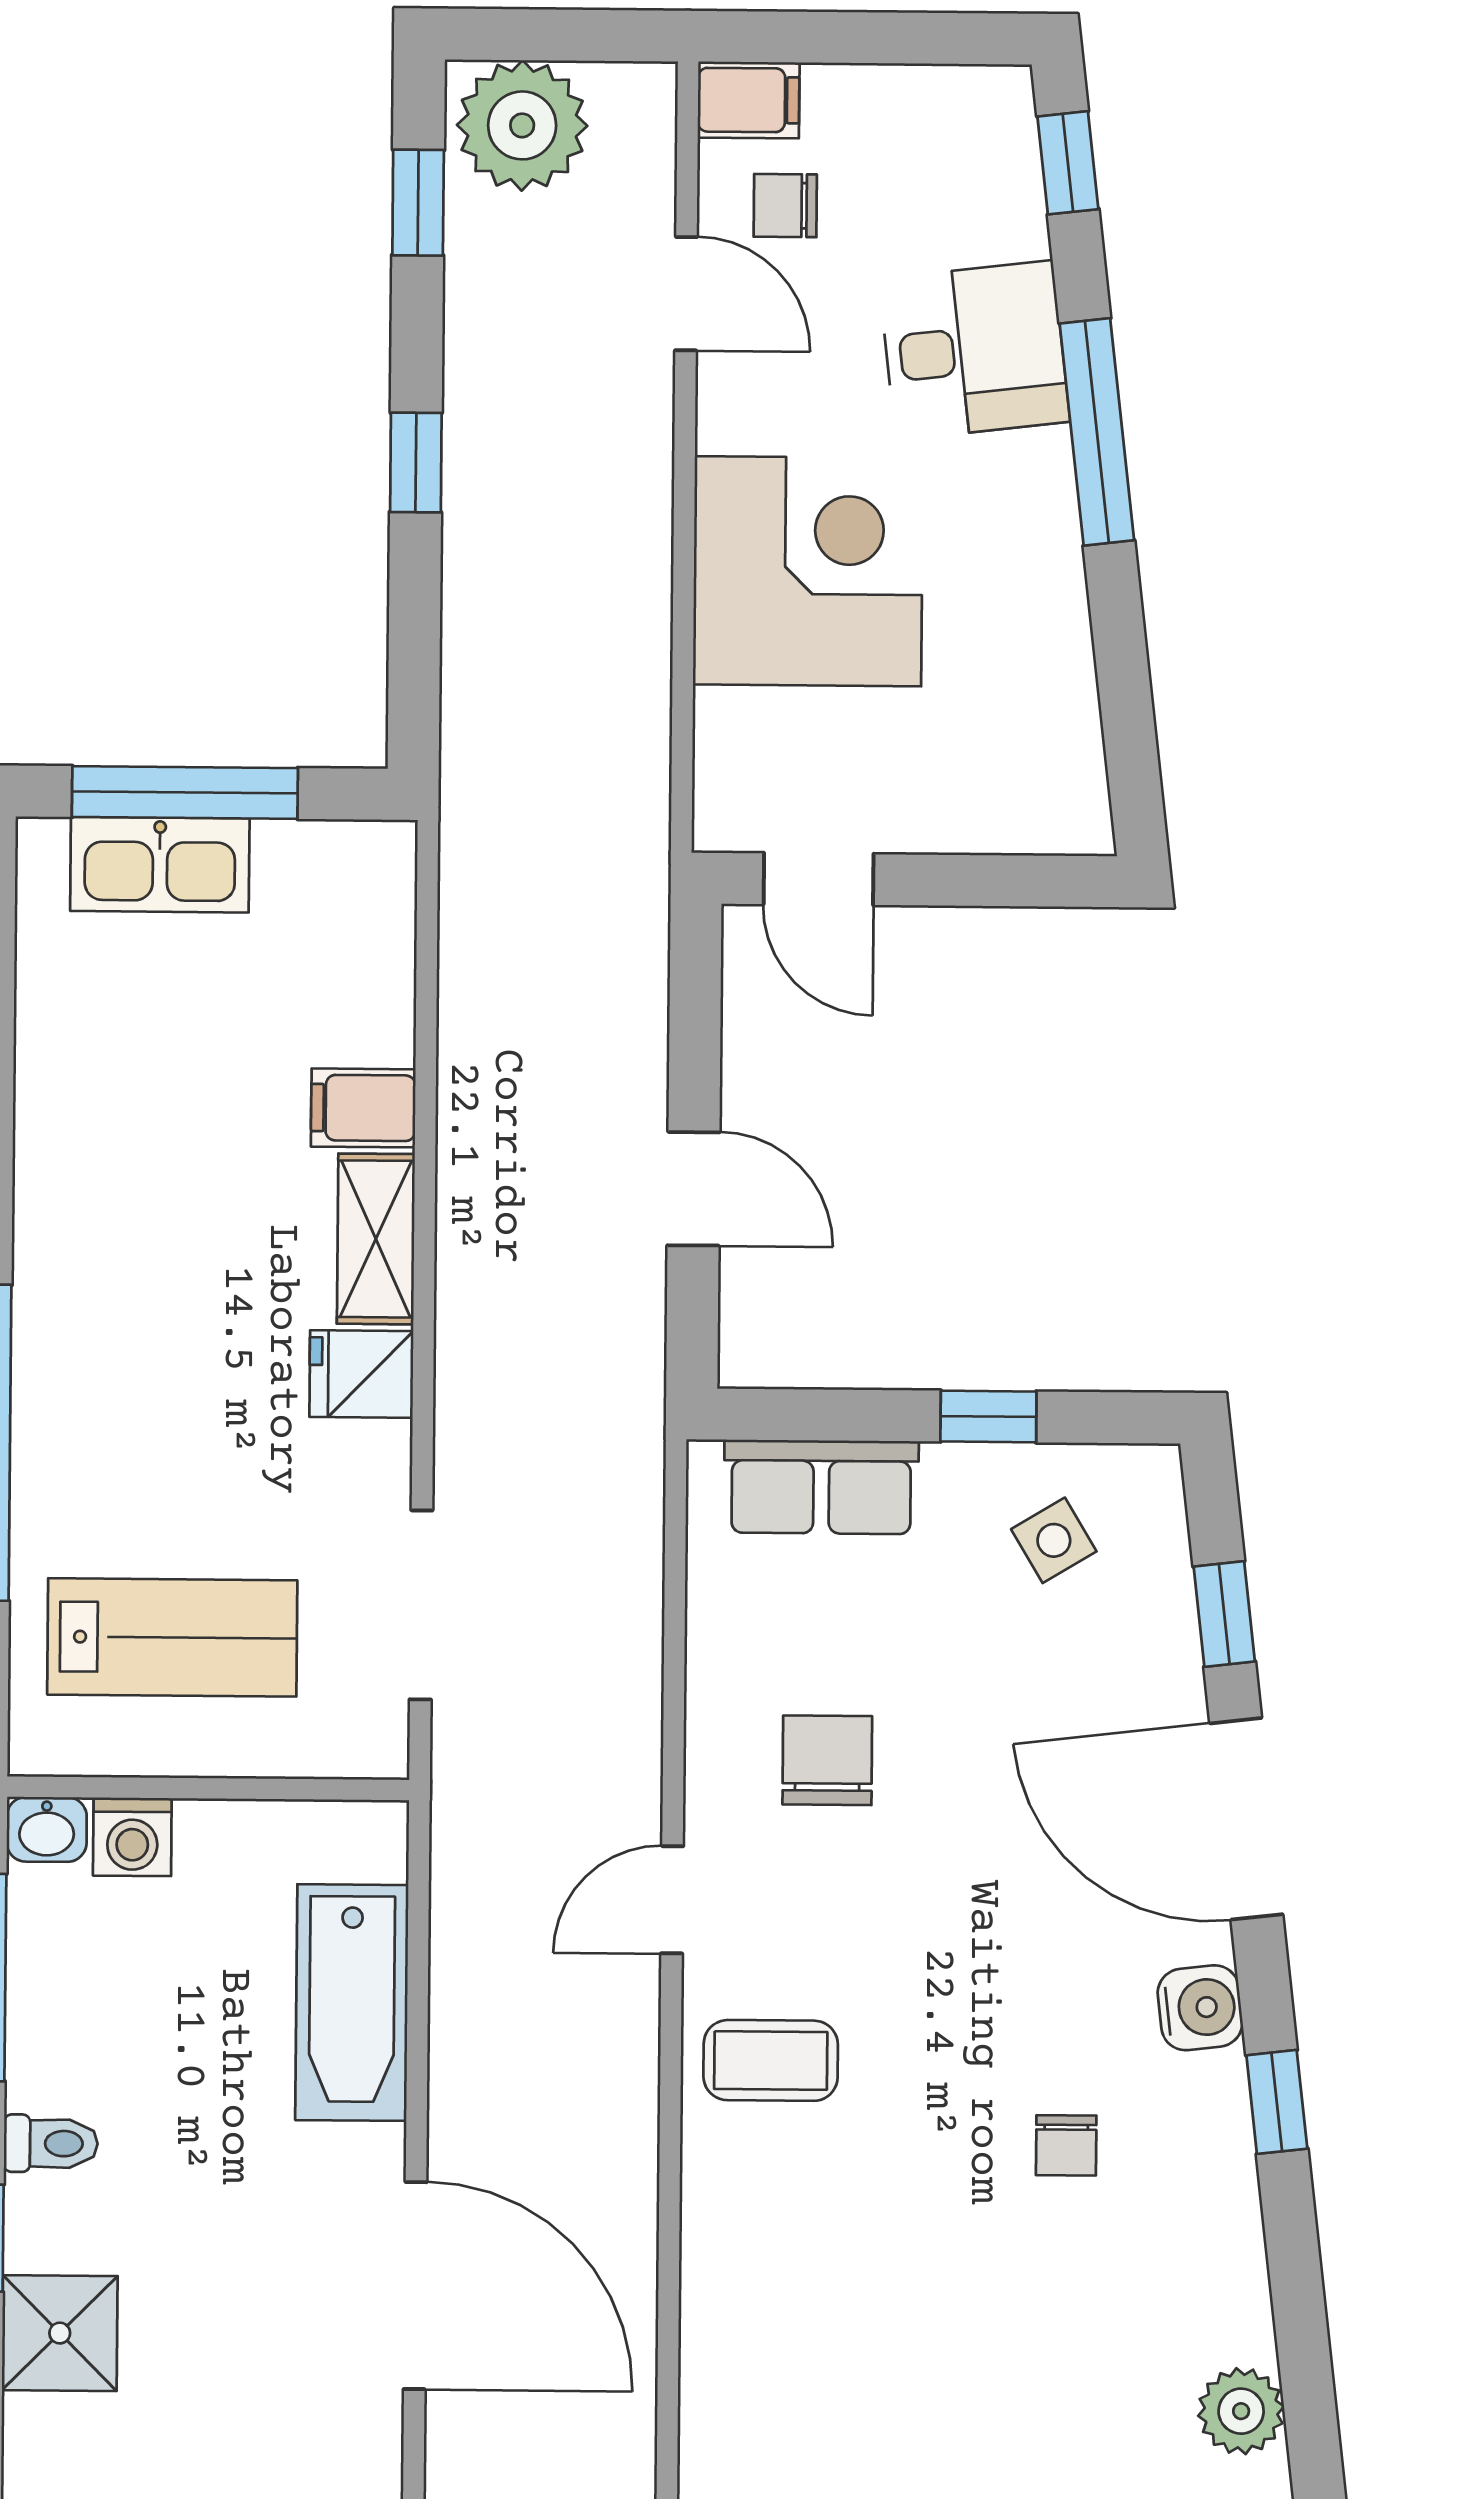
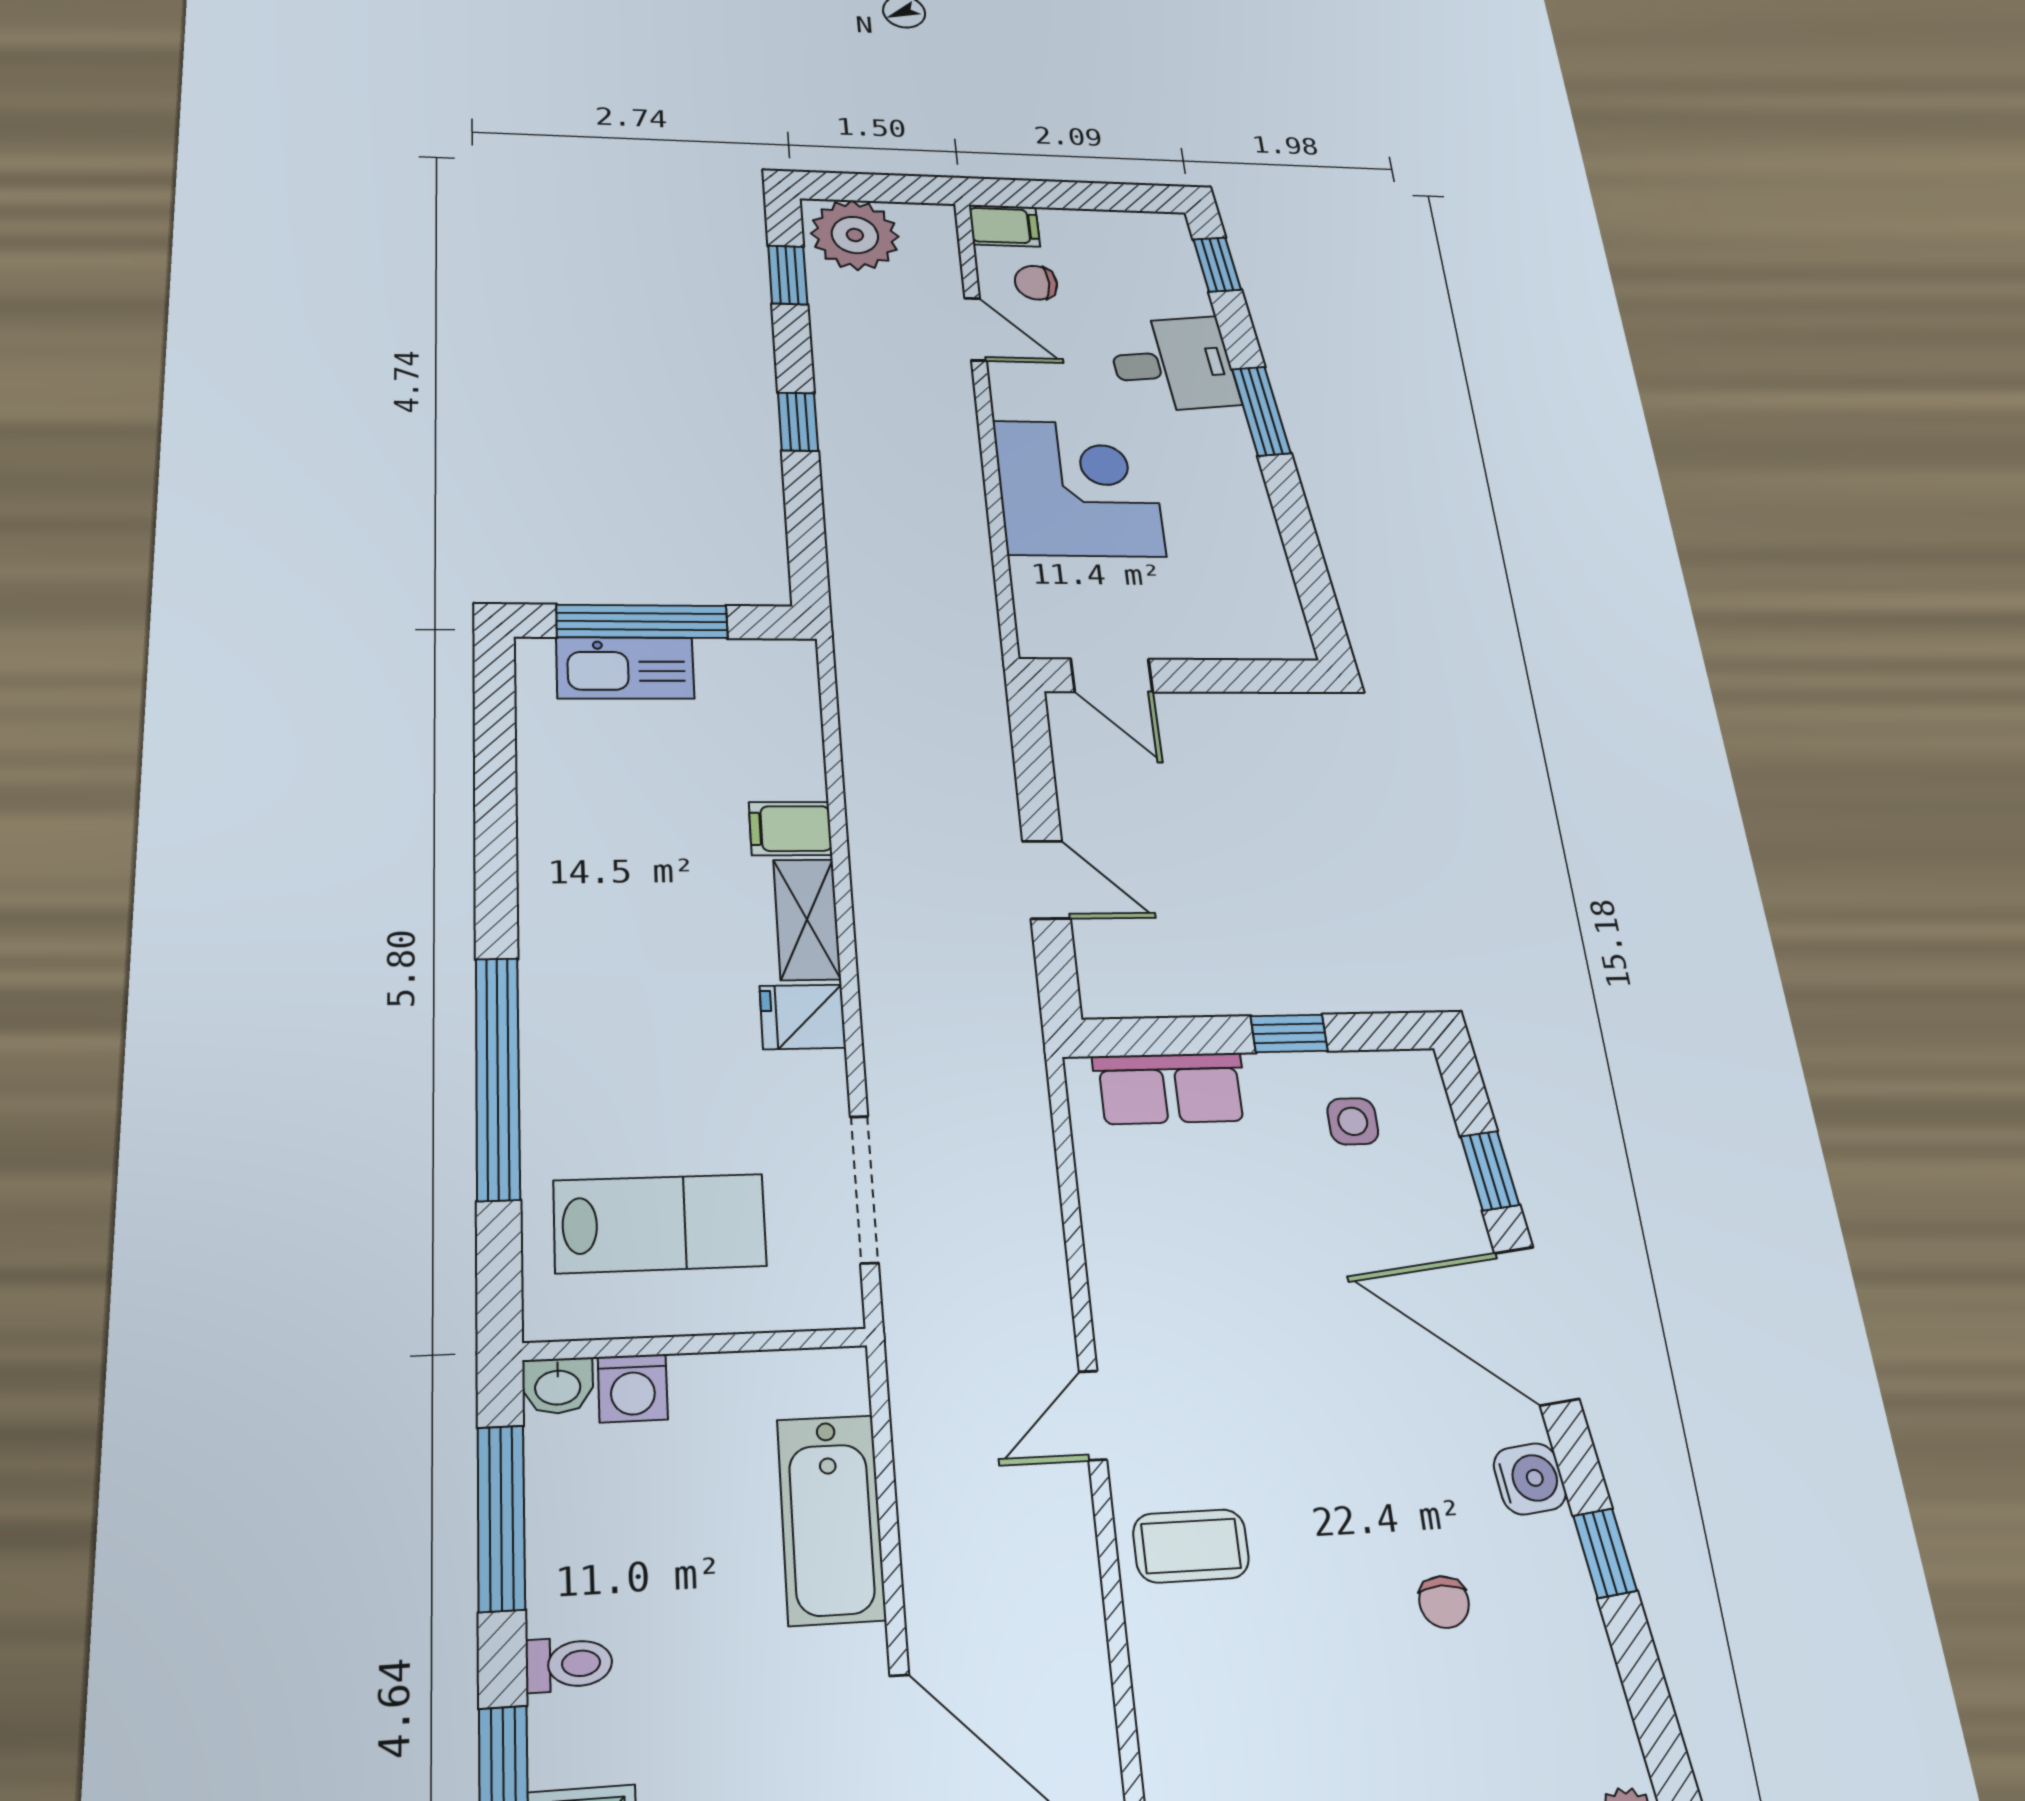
window: (1097, 432) -> (1261, 411), width x0.69
side table: (1054, 1540) -> (1353, 1121), turned 31
chair: (827, 1760) -> (1204, 1296), removed

